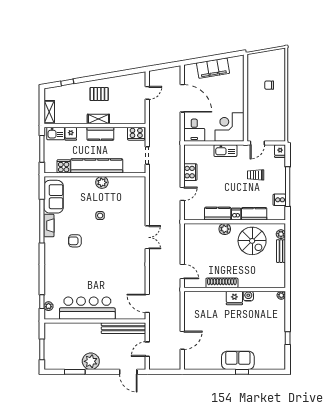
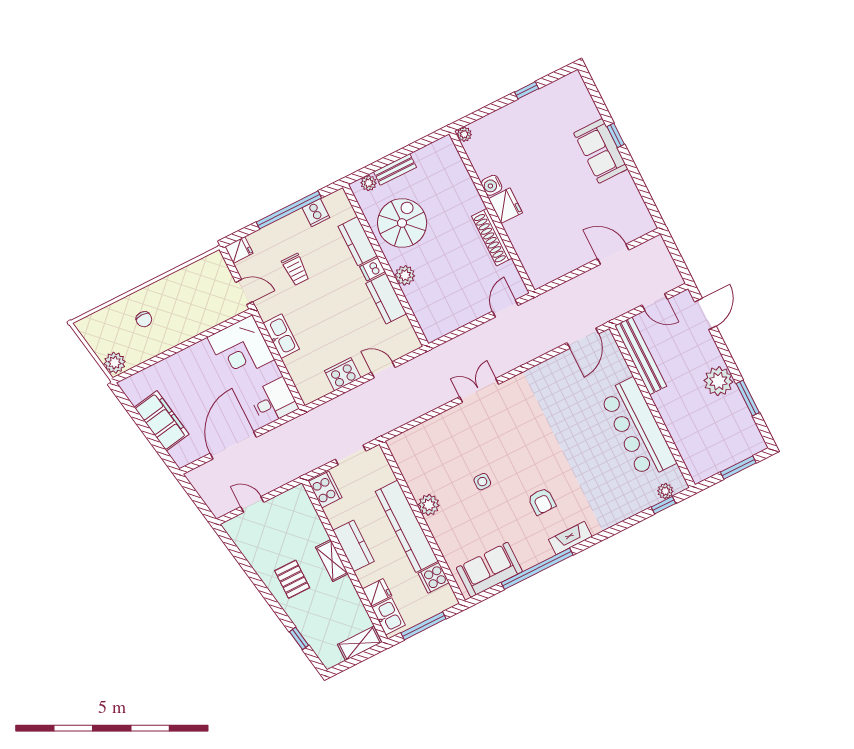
plant: (255, 59) -> (115, 363), added
fireplace: (49, 226) -> (570, 538), moved

